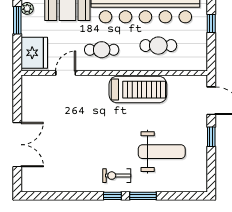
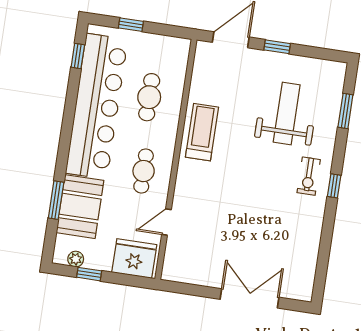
window: (17, 20) -> (89, 274), width x0.67
door: (66, 73) -> (166, 222), hinge flipped
treadmill: (138, 90) -> (202, 132), width x0.73, depth x0.73
window: (143, 196) -> (345, 111), moved

